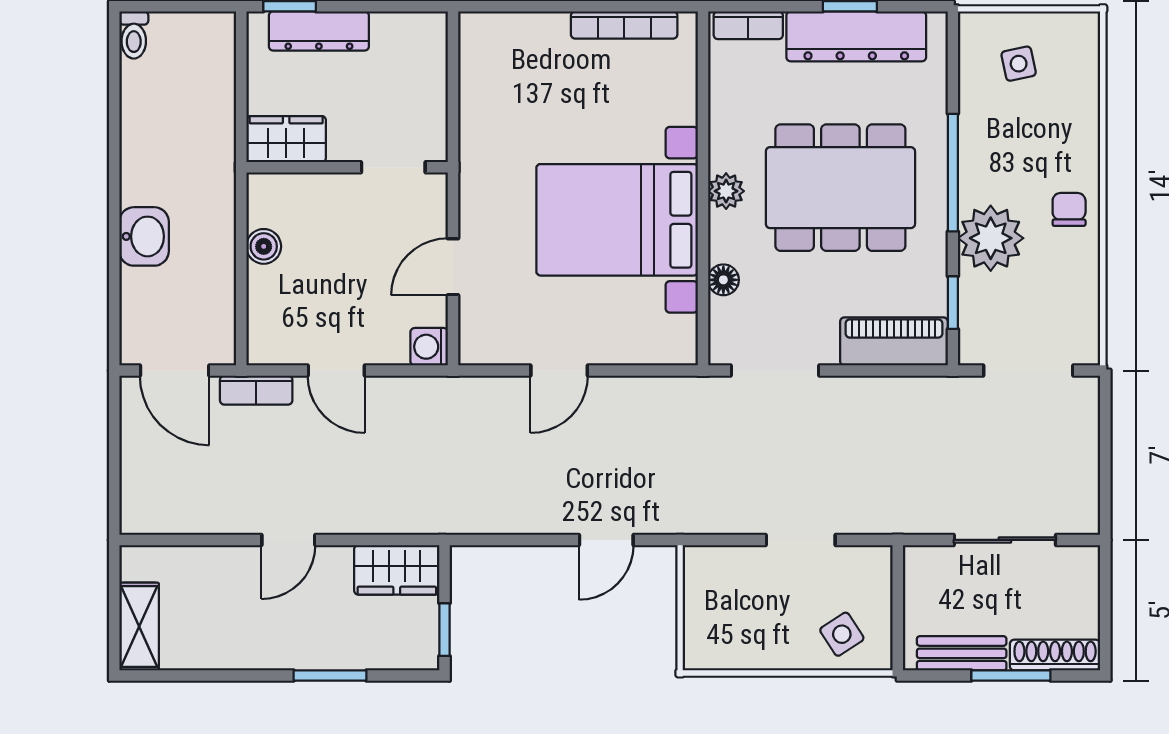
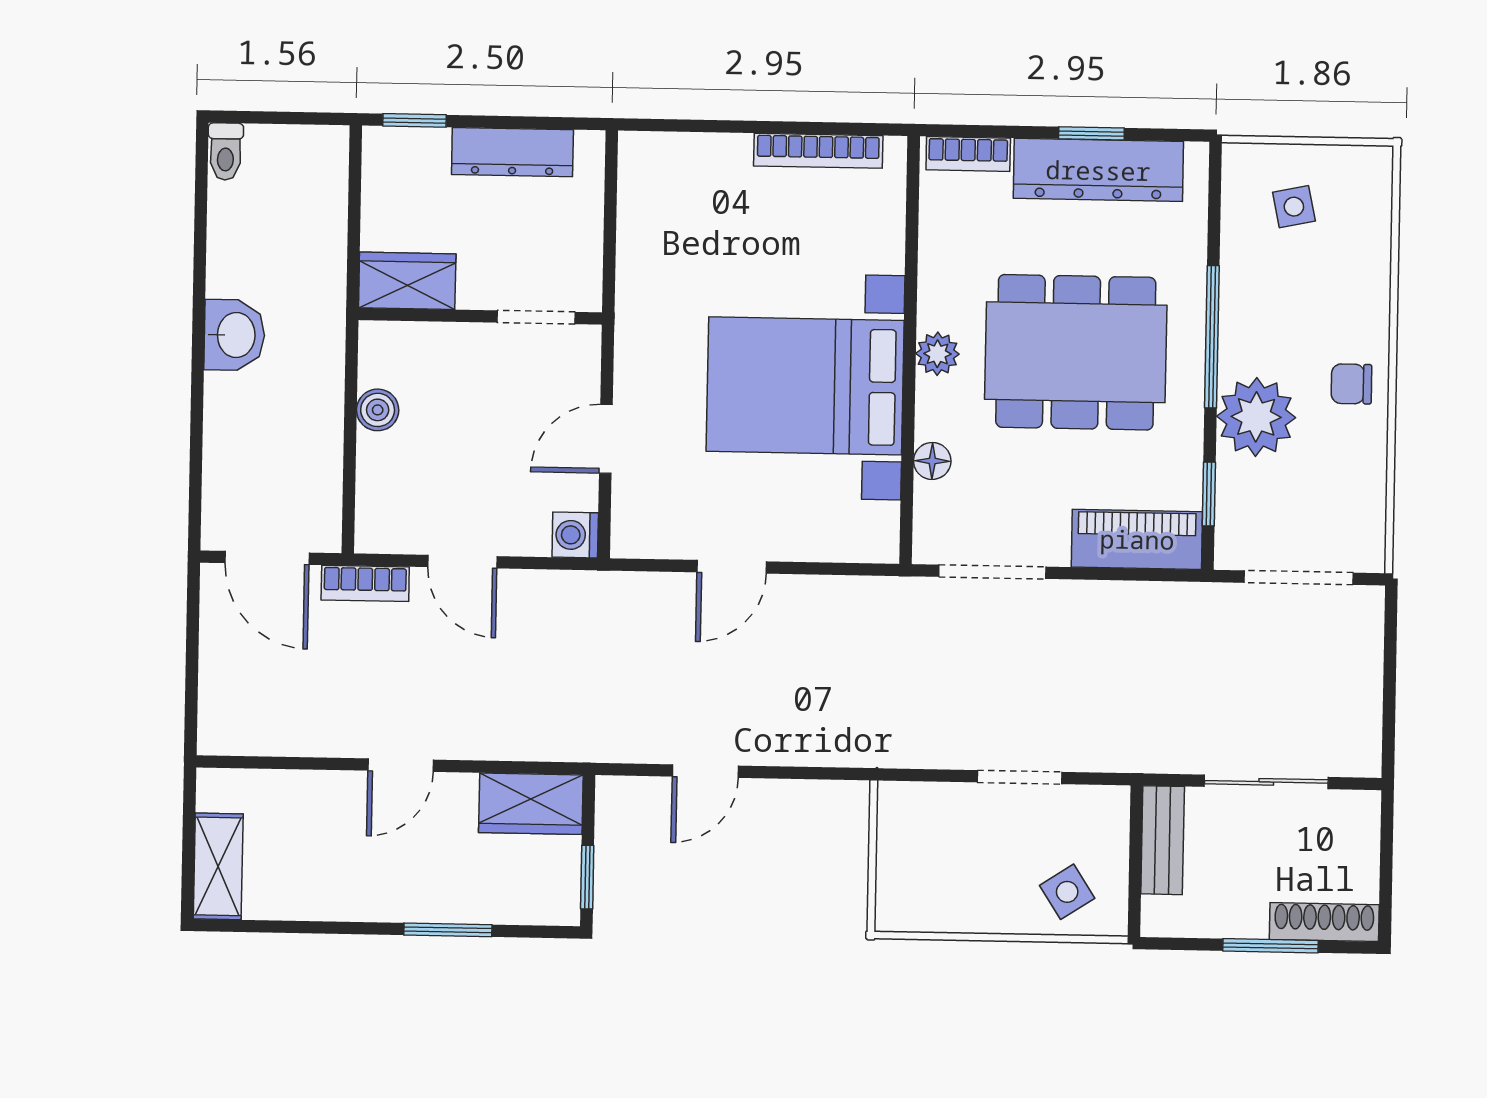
dresser: (319, 31) -> (512, 152), moved
chair: (1069, 209) -> (1351, 384), turned -90
washbasin: (144, 236) -> (234, 335), moved
door: (606, 540) -> (705, 771), moved
bench: (962, 653) -> (1163, 840), moved, turned 90

